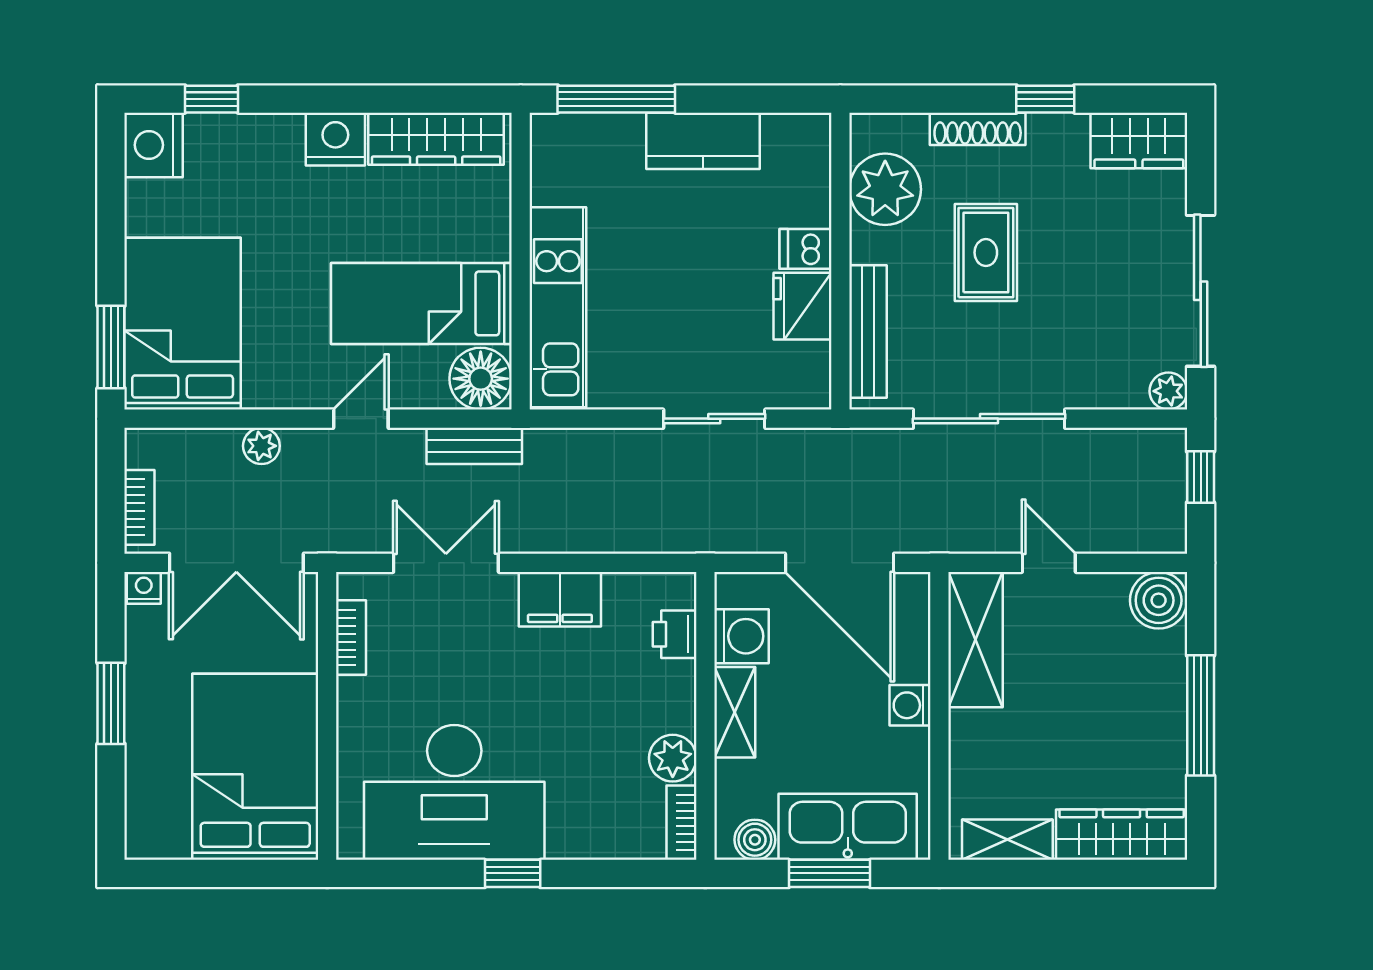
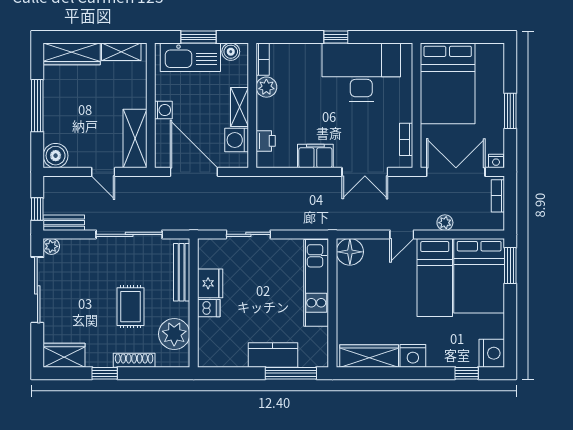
kitchen counter: (703, 141) -> (273, 355), moved
bed: (421, 303) -> (435, 277), moved, turned 90
bench: (474, 446) -> (64, 223), moved

